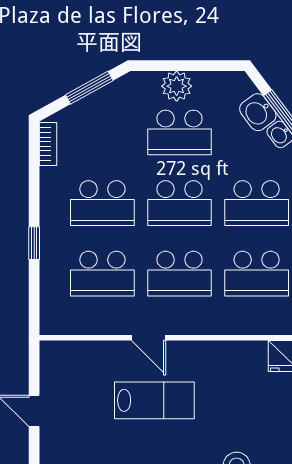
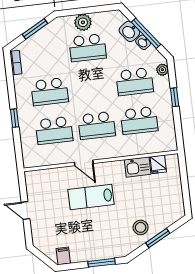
school desk: (180, 203) -> (92, 87), removed
kitchen sink: (244, 357) -> (138, 167), added
lab bench: (154, 400) -> (91, 197), turned 180

